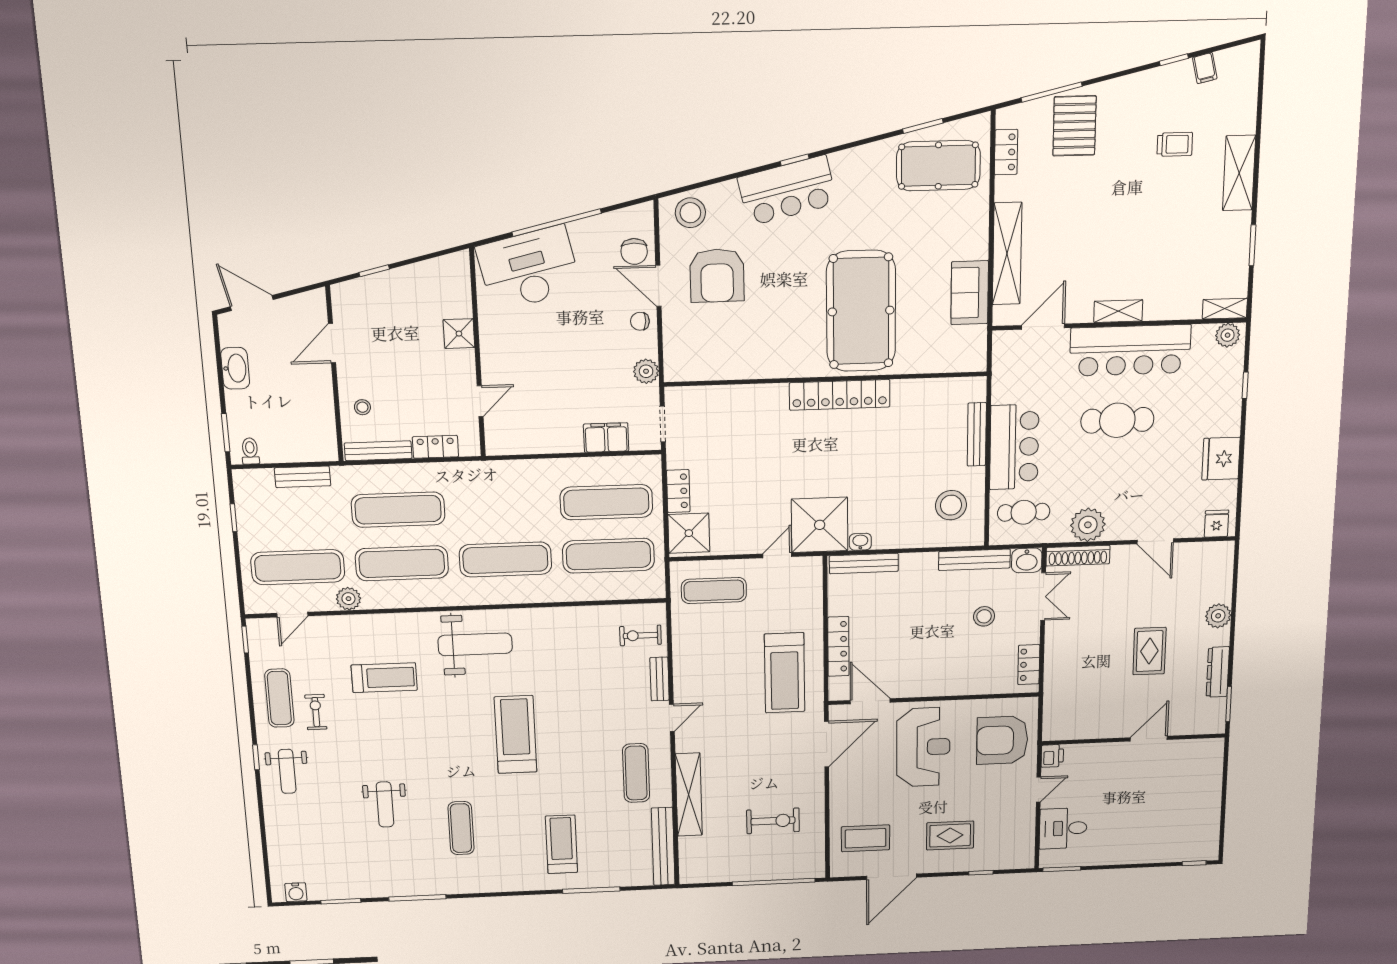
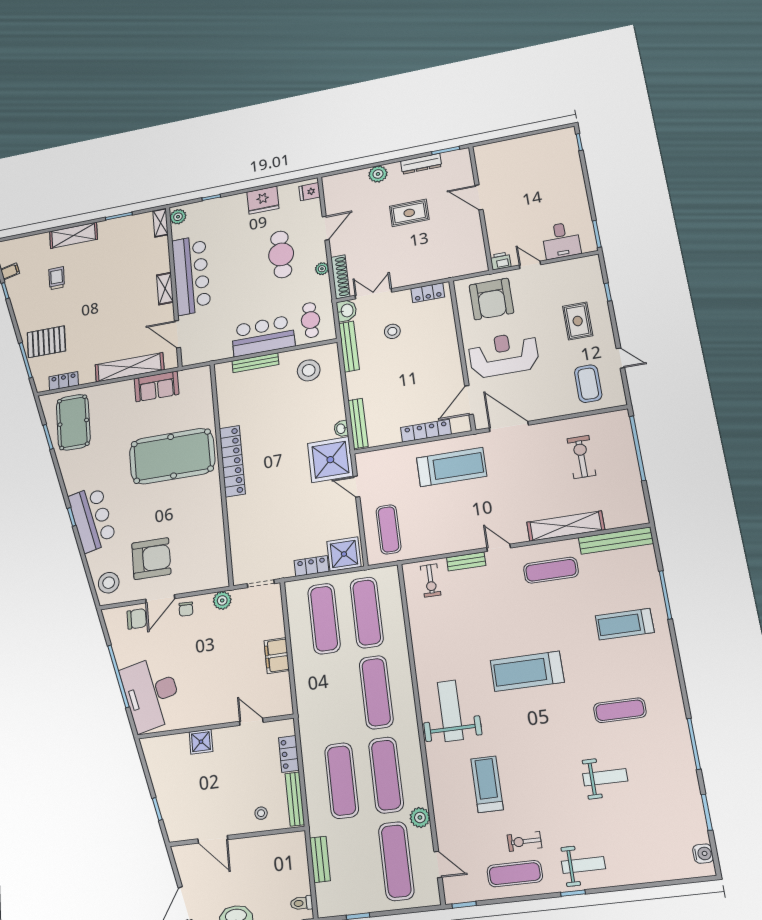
cafe table: (1117, 420) -> (281, 254), moved
filing cabinet: (606, 438) -> (277, 656), moved
plant: (1088, 525) -> (322, 269), width x0.53, depth x0.53
door: (892, 877) -> (620, 358), width x0.53

